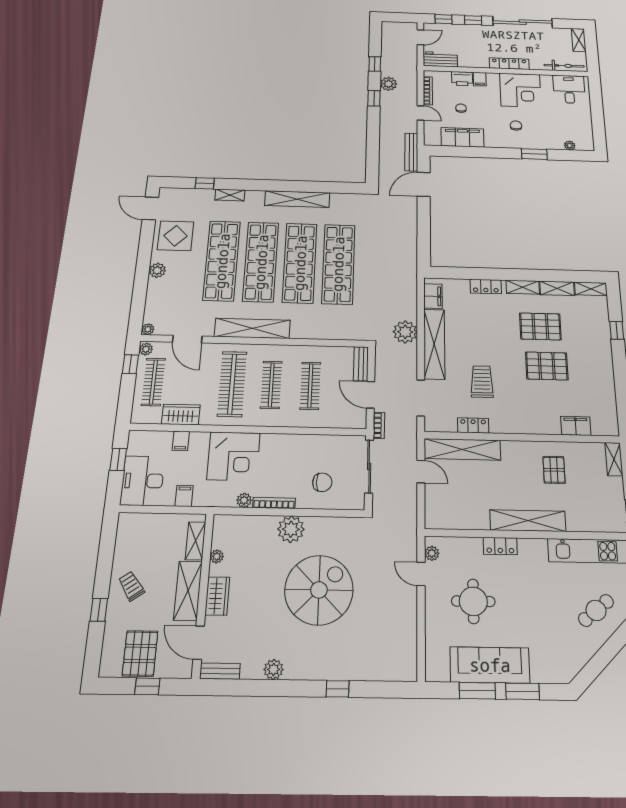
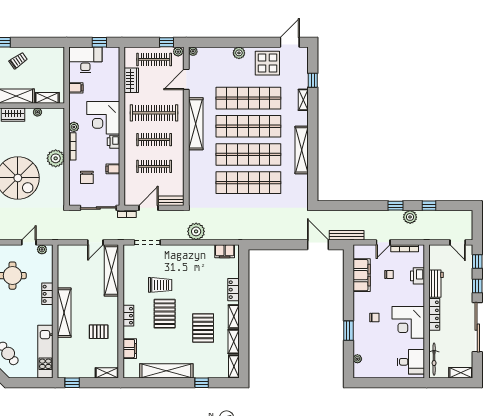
workbench: (440, 59) -> (436, 284), moved
filing cabinet: (480, 79) -> (418, 290), removed
shelving: (434, 344) -> (166, 371), moved
pallet: (547, 366) -> (165, 314), moved
locker: (473, 425) -> (128, 316), moved
filing cabinet: (181, 441) -> (113, 169), moved
printer: (271, 442) -> (114, 142), added

